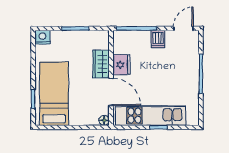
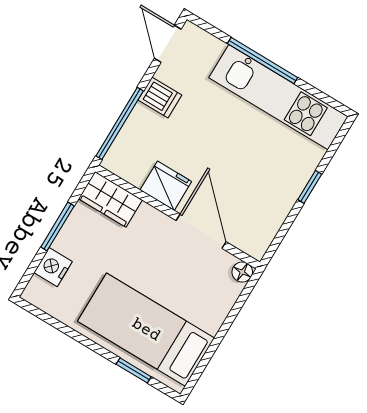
nightstand: (42, 37) -> (53, 267), moved
wardrobe: (101, 64) -> (110, 199), moved
door: (111, 92) -> (201, 231), hinge flipped
kitchen unit: (151, 116) -> (278, 97), moved, turned -90

